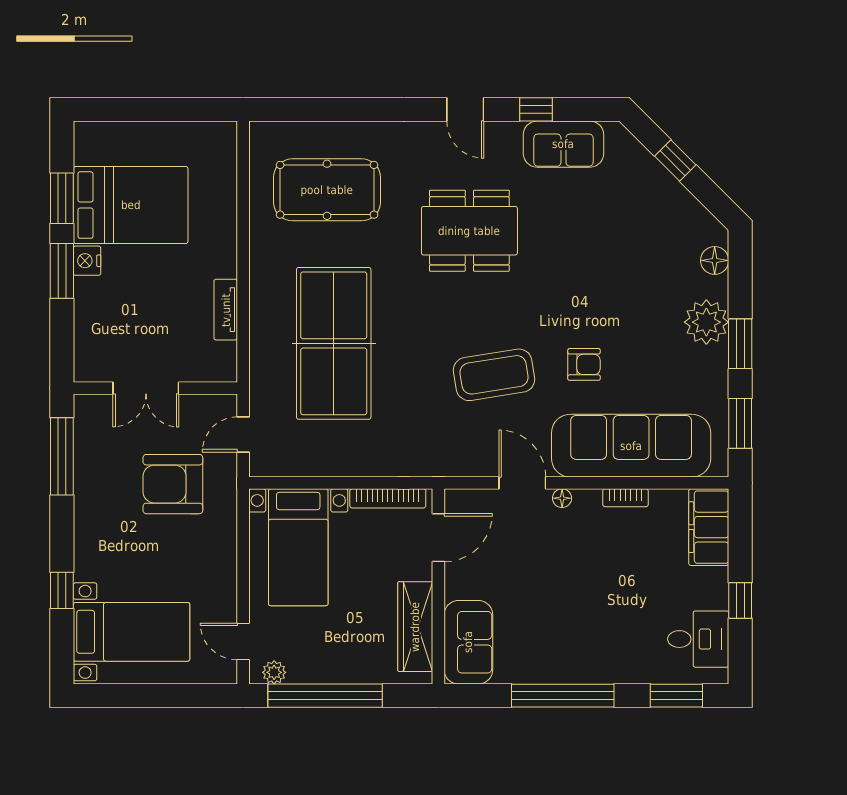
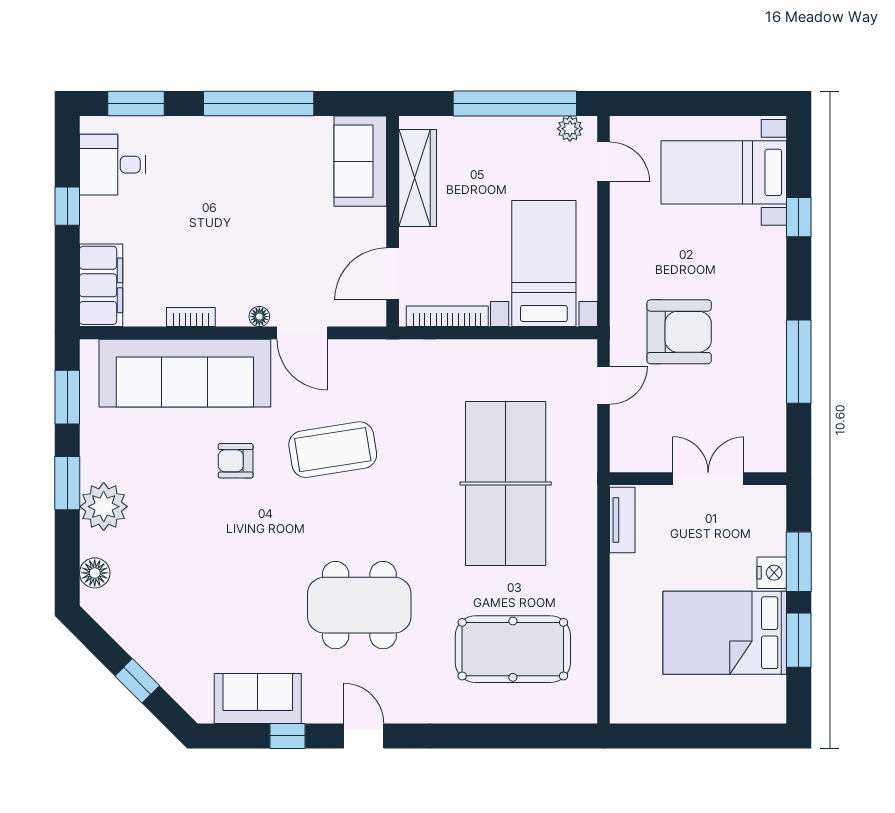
double door: (146, 388) -> (708, 479), moved
wall: (155, 388) -> (698, 479), moved

